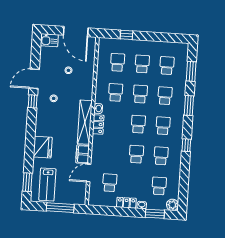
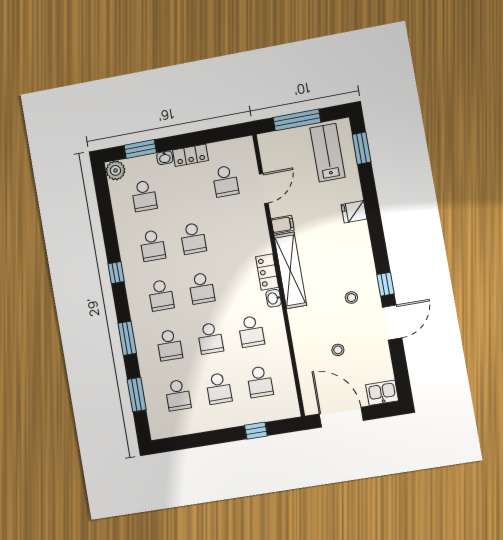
fridge: (43, 147) -> (354, 212), width x0.53, depth x0.75
filing cabinet: (83, 154) -> (283, 225), width x0.50

